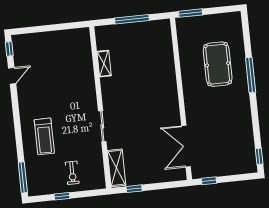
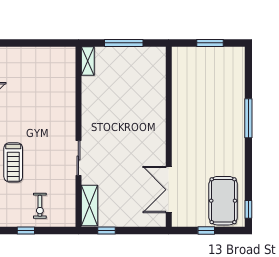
window: (191, 13) -> (210, 43), moved
shelving: (104, 64) -> (88, 61), moved
pool table: (218, 64) -> (223, 201), moved
window: (209, 181) -> (206, 231), moved

